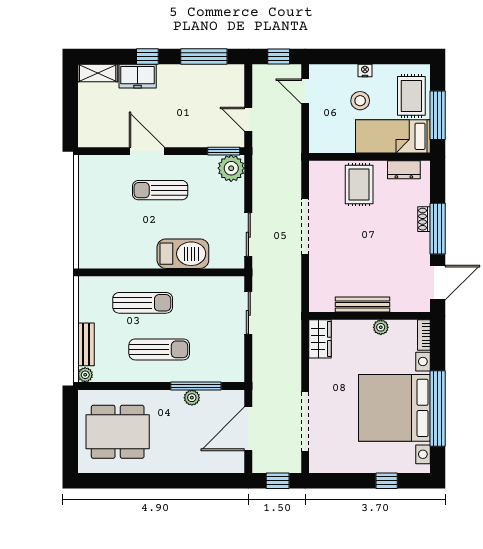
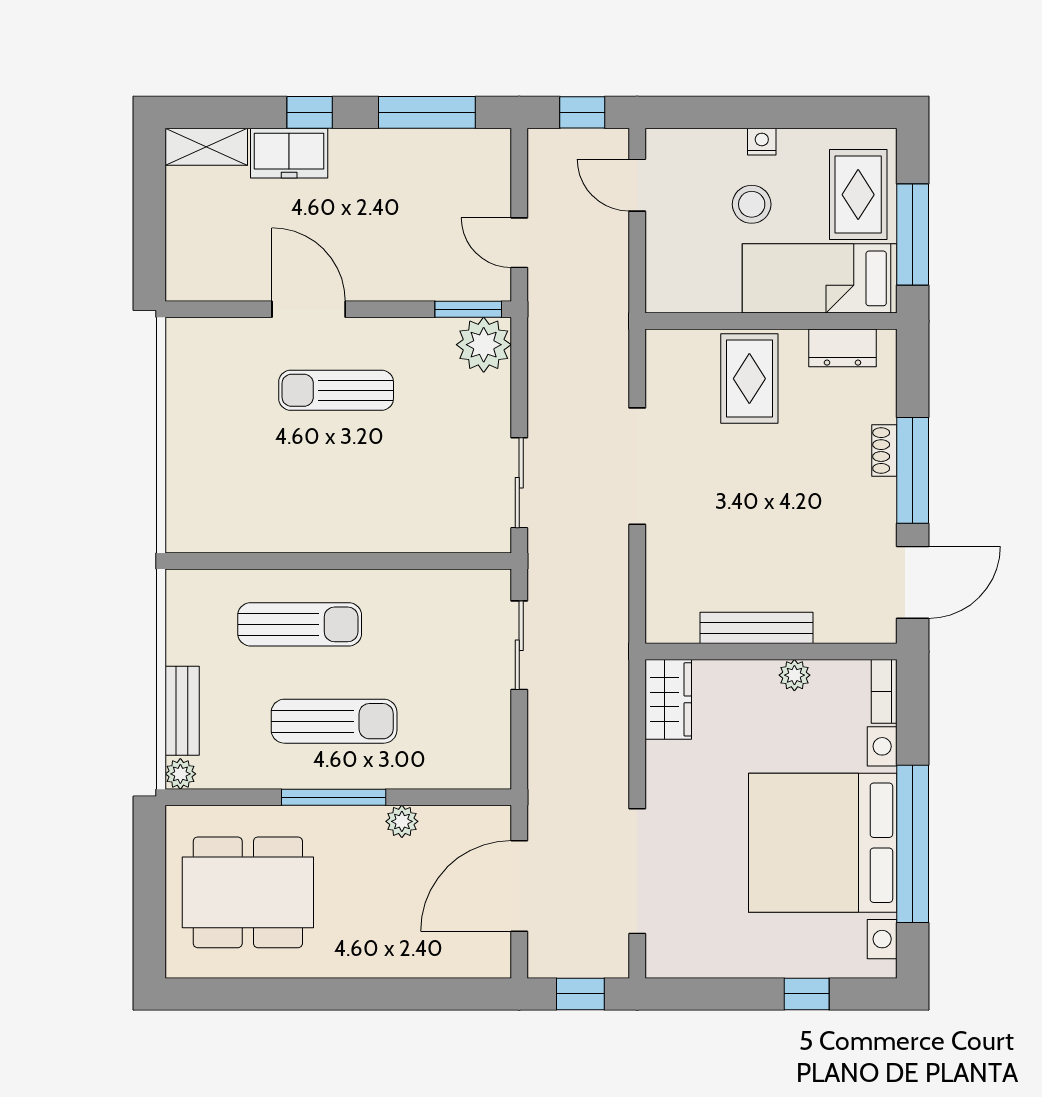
barbecue: (183, 254) -> (383, 522), removed
window: (196, 386) -> (334, 797), moved

